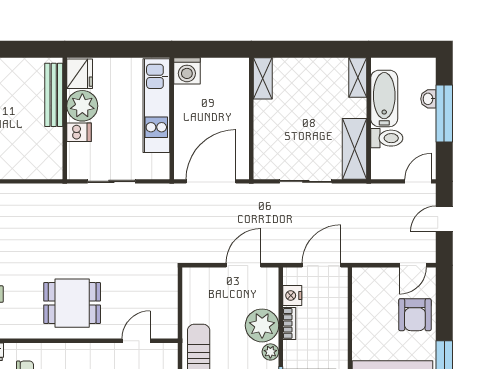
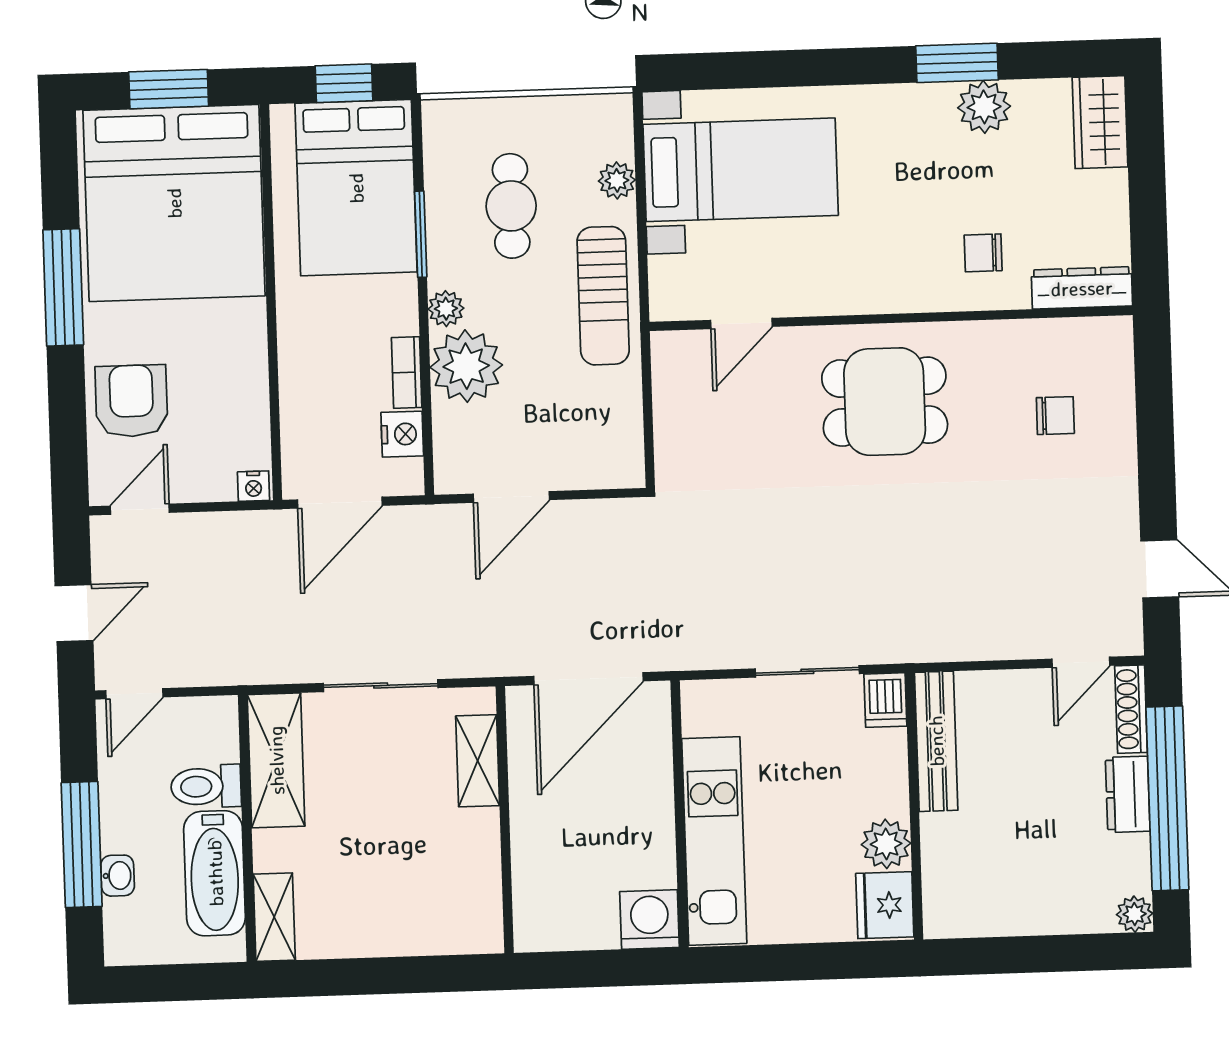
shelving: (263, 78) -> (478, 761), moved
bench: (54, 95) -> (936, 741), moved
plant: (82, 106) -> (886, 844), width x0.73, depth x0.73
dishwasher: (79, 132) -> (885, 700), moved, turned -90
nightstand: (361, 274) -> (254, 486), added

